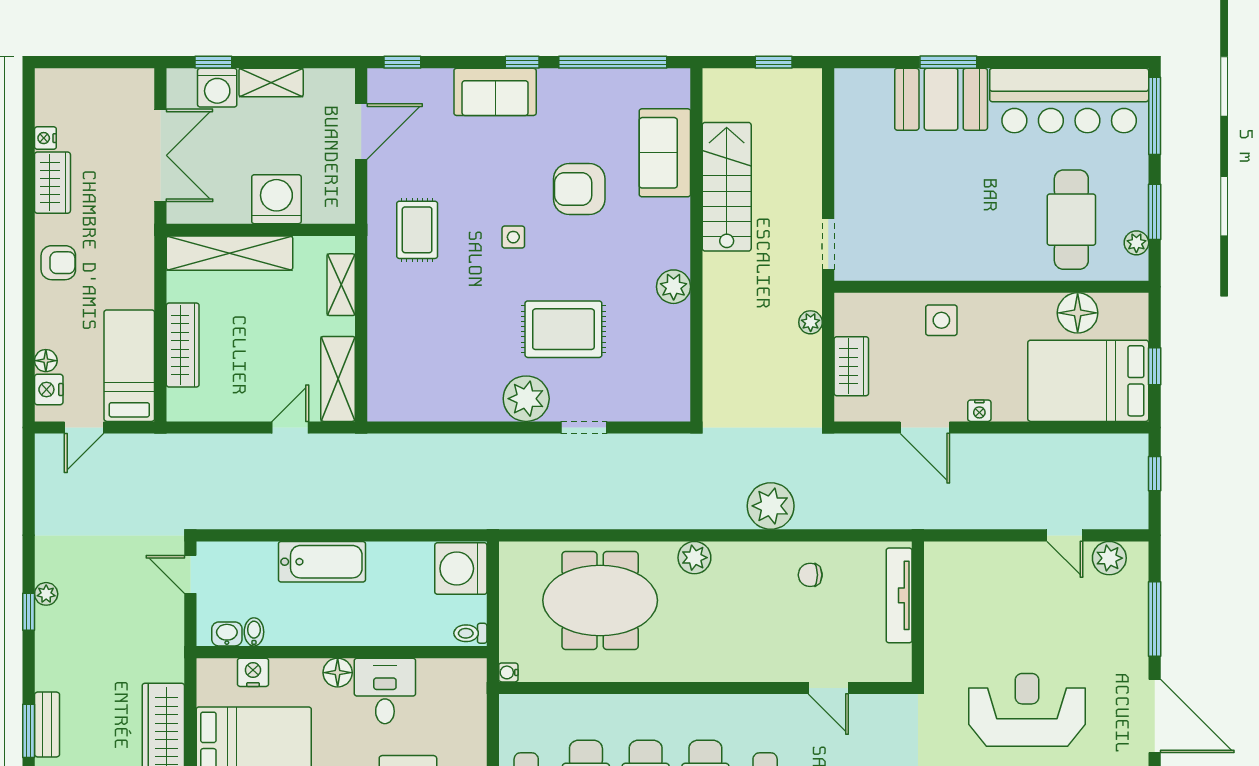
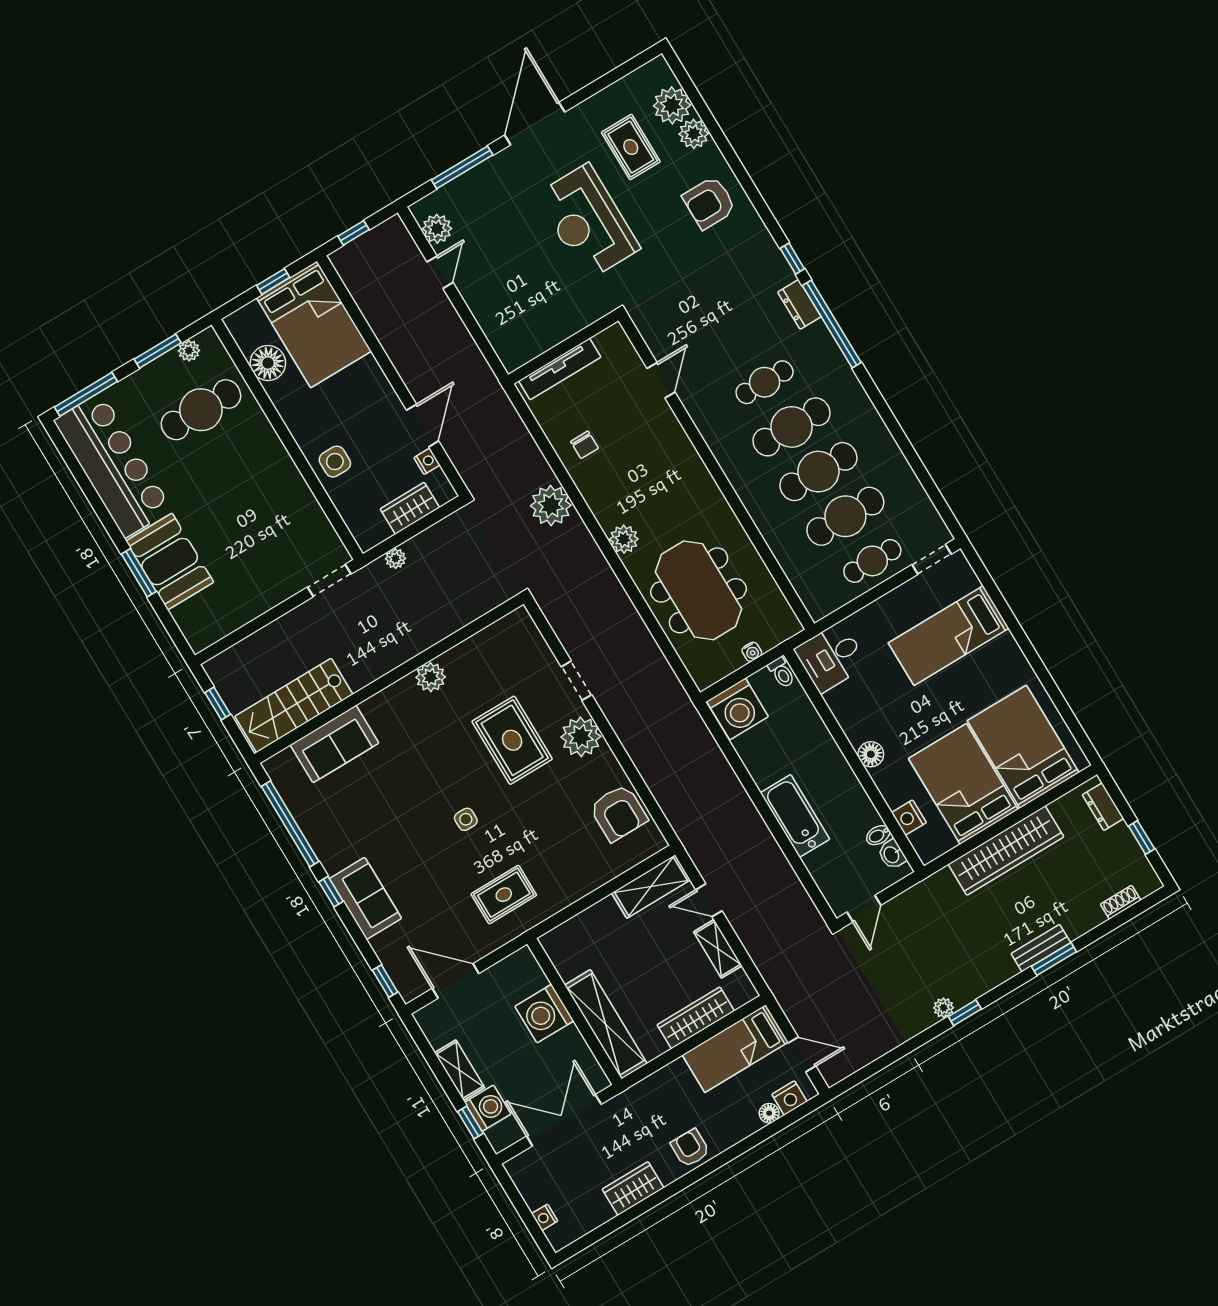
nightstand: (45, 138) -> (545, 1217), moved, turned 90
stairs: (727, 187) -> (294, 705), moved
armchair: (579, 189) -> (618, 813), moved
shelving: (341, 285) -> (718, 949), moved, turned 90
nightstand: (979, 411) -> (427, 461), moved
water cooler: (508, 672) -> (752, 652), moved
desk: (385, 691) -> (831, 657), moved

